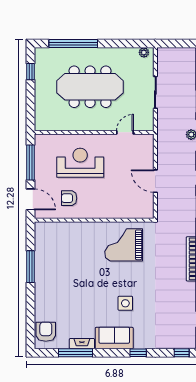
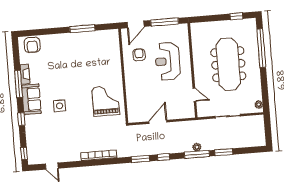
reception desk: (80, 163) -> (168, 61), turned 180
armchair: (46, 332) -> (32, 45), turned 90
window: (75, 353) -> (18, 84), moved

